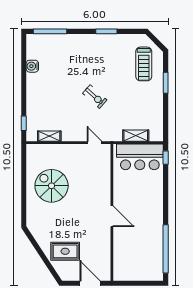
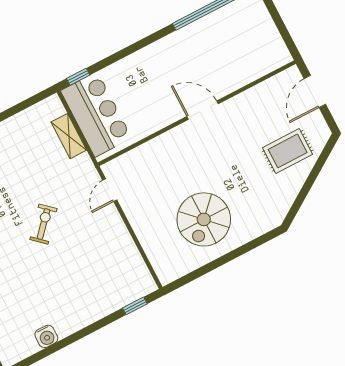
shelving: (49, 136) -> (134, 260), removed
door: (112, 216) -> (203, 110), hinge flipped
rug: (65, 251) -> (288, 151), turned 90

